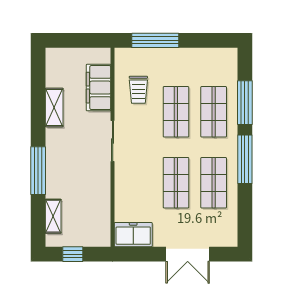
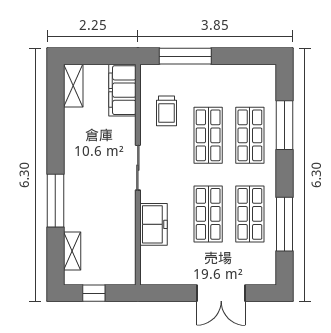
filing cabinet: (99, 88) -> (122, 90), moved
shelving: (54, 107) -> (73, 86), moved
window: (245, 159) -> (285, 224), moved
freezer: (133, 235) -> (153, 224), moved, turned 90

